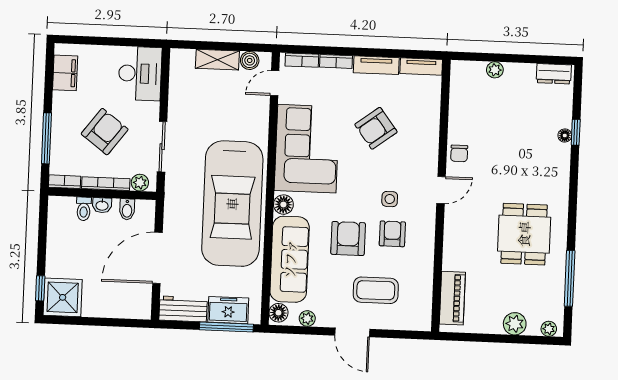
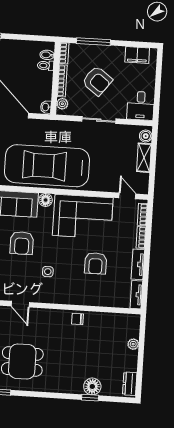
boiler: (250, 60) -> (146, 136), moved
desk: (140, 74) -> (141, 106), width x0.73
armchair: (376, 128) -> (96, 263), turned -143
floor lamp: (565, 136) -> (92, 386), width x1.89, depth x1.89
sliding door: (162, 147) -> (99, 120), moved
door: (441, 190) -> (20, 304), moved
washbasin: (102, 205) -> (46, 107), moved
bidet: (127, 209) -> (47, 55), moved
armchair: (392, 234) -> (24, 273), removed
armchair: (348, 239) -> (22, 243), turned 90

